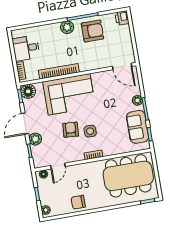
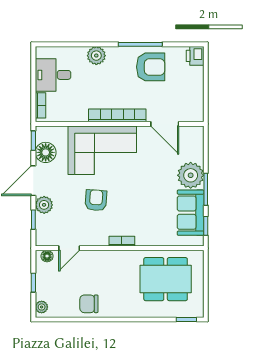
plant: (67, 27) -> (96, 56), moved
door: (122, 66) -> (165, 124), moved
bookcase: (59, 71) -> (117, 115), moved
floor lamp: (28, 91) -> (46, 152), moved
plant: (137, 100) -> (191, 175), width x1.87, depth x1.87
side table: (90, 131) -> (123, 207), removed
dining table: (128, 176) -> (166, 279), width x0.73, depth x0.80

